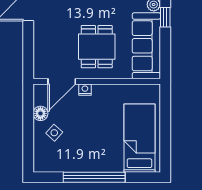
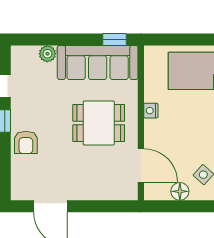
window: (165, 17) -> (115, 40), moved
nightstand: (85, 90) -> (151, 111), moved

